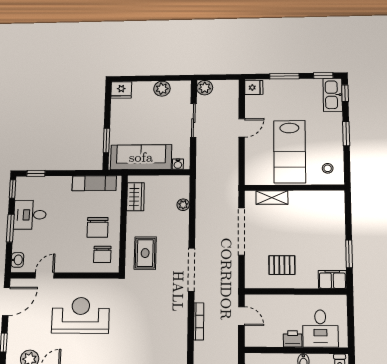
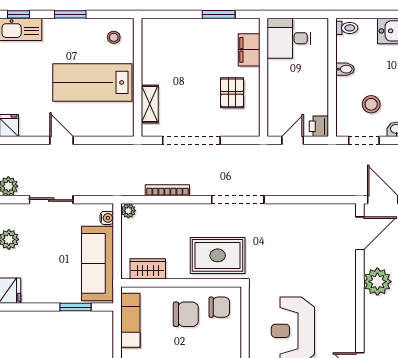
lab bench: (290, 152) -> (92, 82), turned 180
plant: (183, 205) -> (128, 211), moved
rug: (145, 253) -> (218, 255), width x1.36, depth x1.43
filing cabinet: (332, 279) -> (249, 50), moved
bookcase: (199, 321) -> (167, 190), moved
desk: (320, 328) -> (289, 38), moved, turned 180
printer: (293, 339) -> (319, 126), moved

